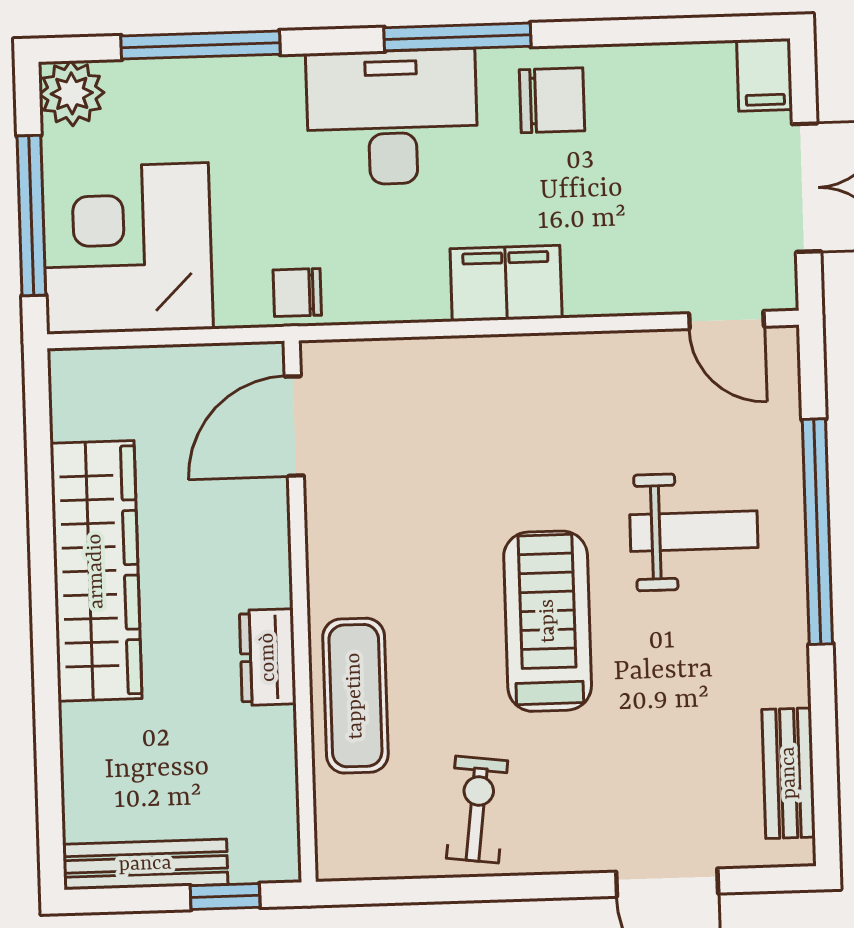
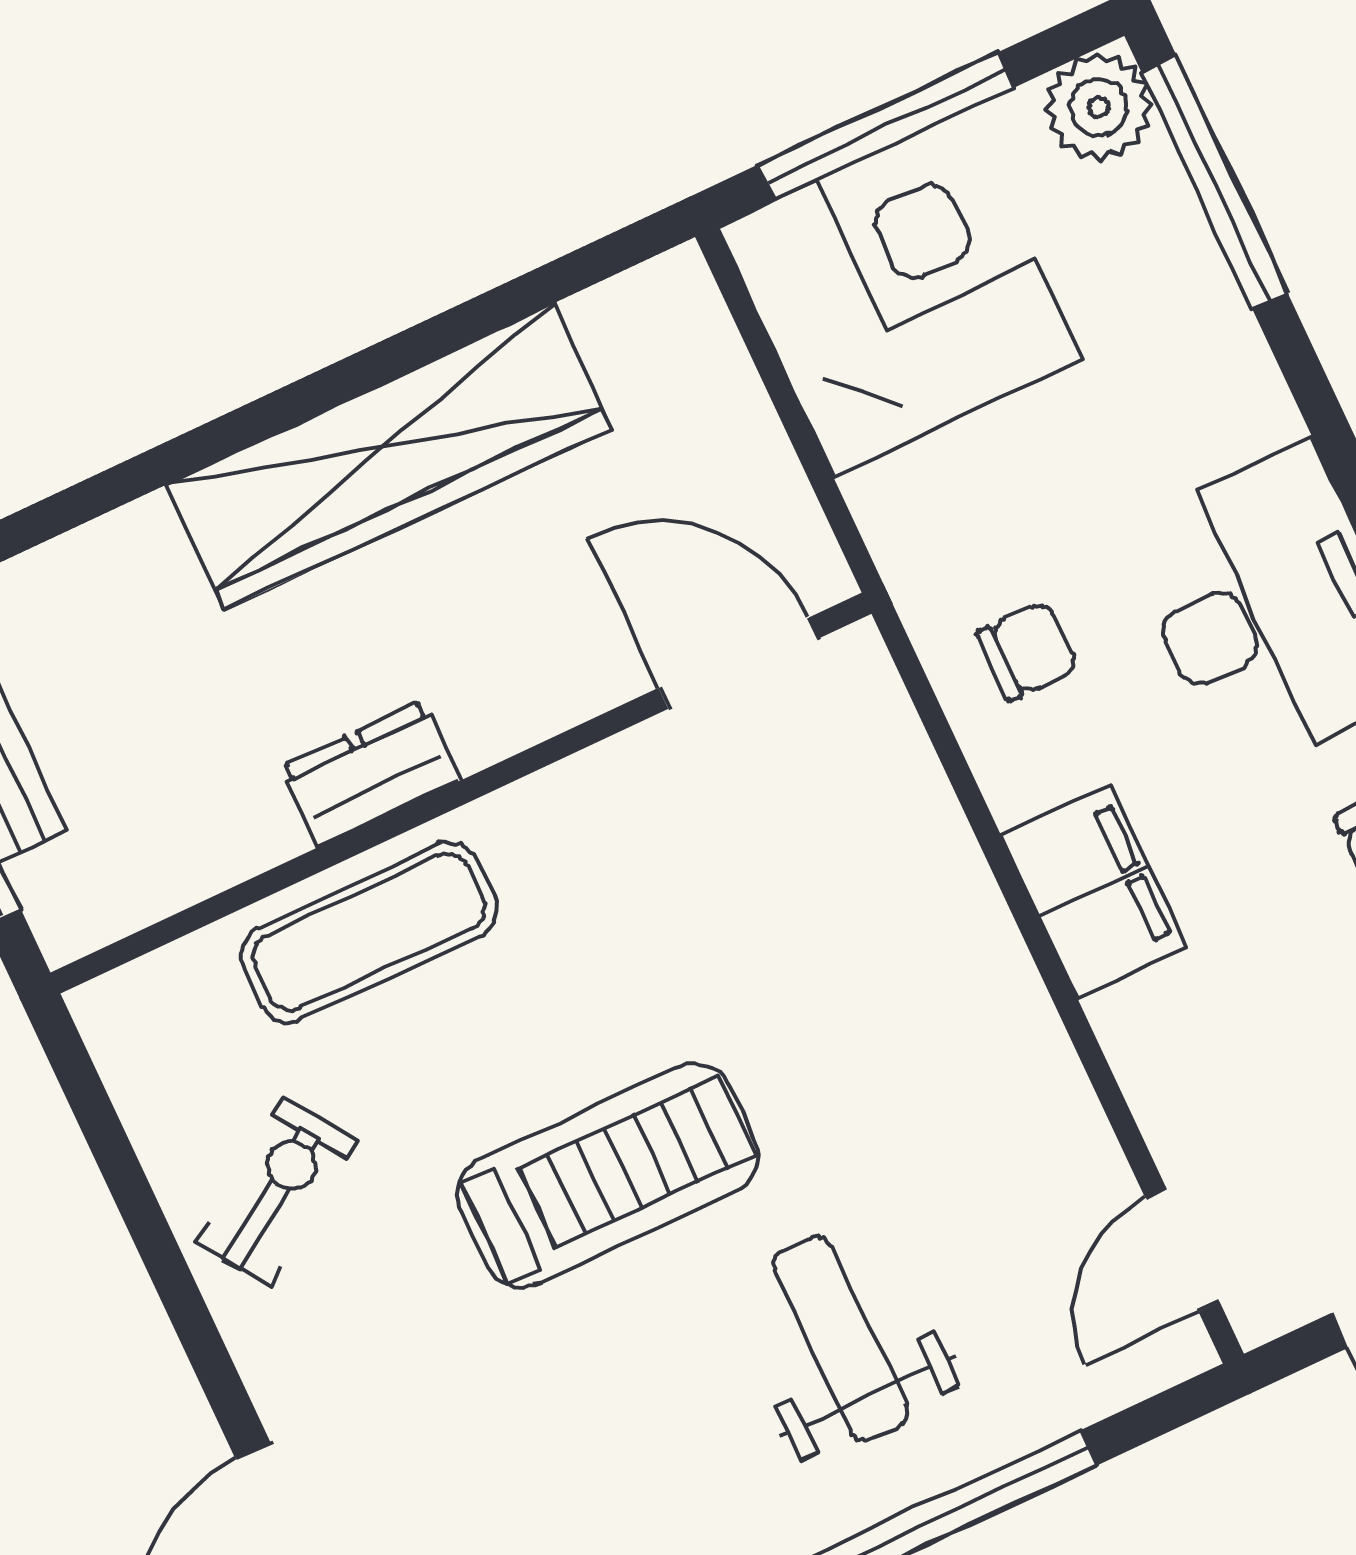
window: (200, 45) -> (1214, 183), moved
chair: (297, 293) -> (1028, 651), moved, turned 90
weight bench: (694, 531) -> (840, 1339), turned 180
exercise bike: (477, 809) -> (276, 1191), turned -41

